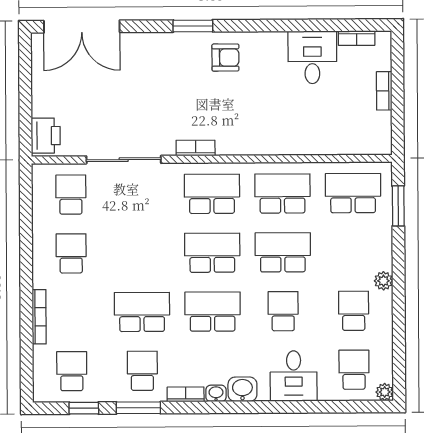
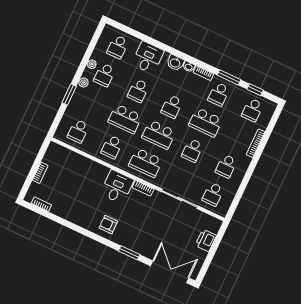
window: (193, 26) -> (129, 253), moved
desk: (312, 57) -> (117, 187), moved, turned 180
printer: (46, 136) -> (206, 240), moved
school desk: (282, 193) -> (112, 147), width x0.54
school desk: (353, 193) -> (78, 131), width x0.54
window: (398, 206) -> (69, 95), moved
school desk: (142, 253) -> (192, 150), added
school desk: (213, 312) -> (172, 106), width x0.54
plant: (385, 392) -> (92, 64), moved

